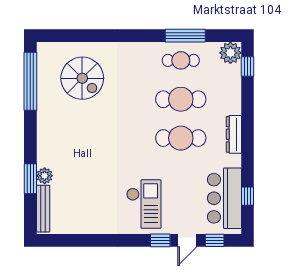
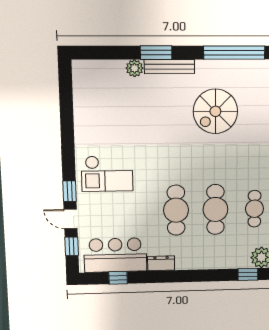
spiral stairs: (82, 78) -> (215, 111), moved
dresser: (234, 134) -> (161, 263), moved, width x0.70
window: (30, 179) -> (156, 53), moved
bench: (43, 209) -> (169, 67), moved

